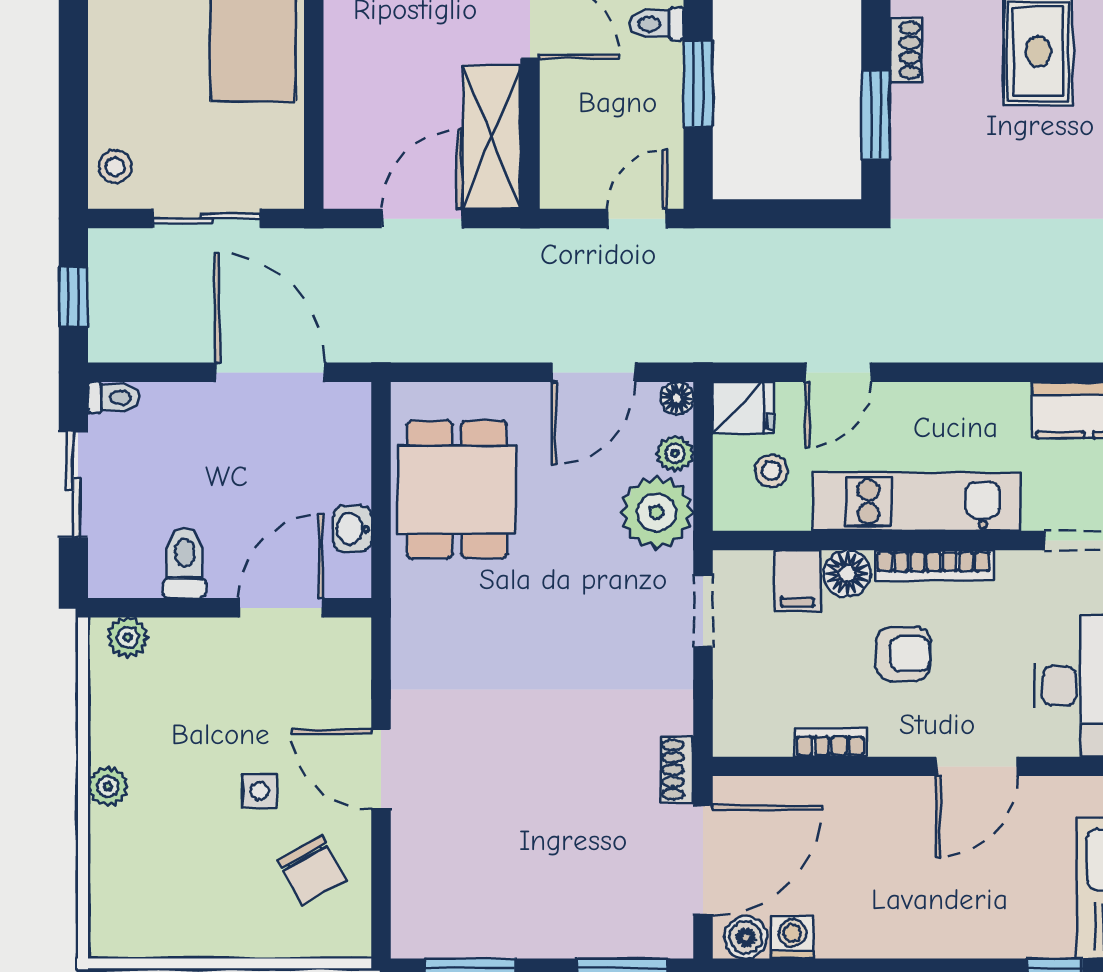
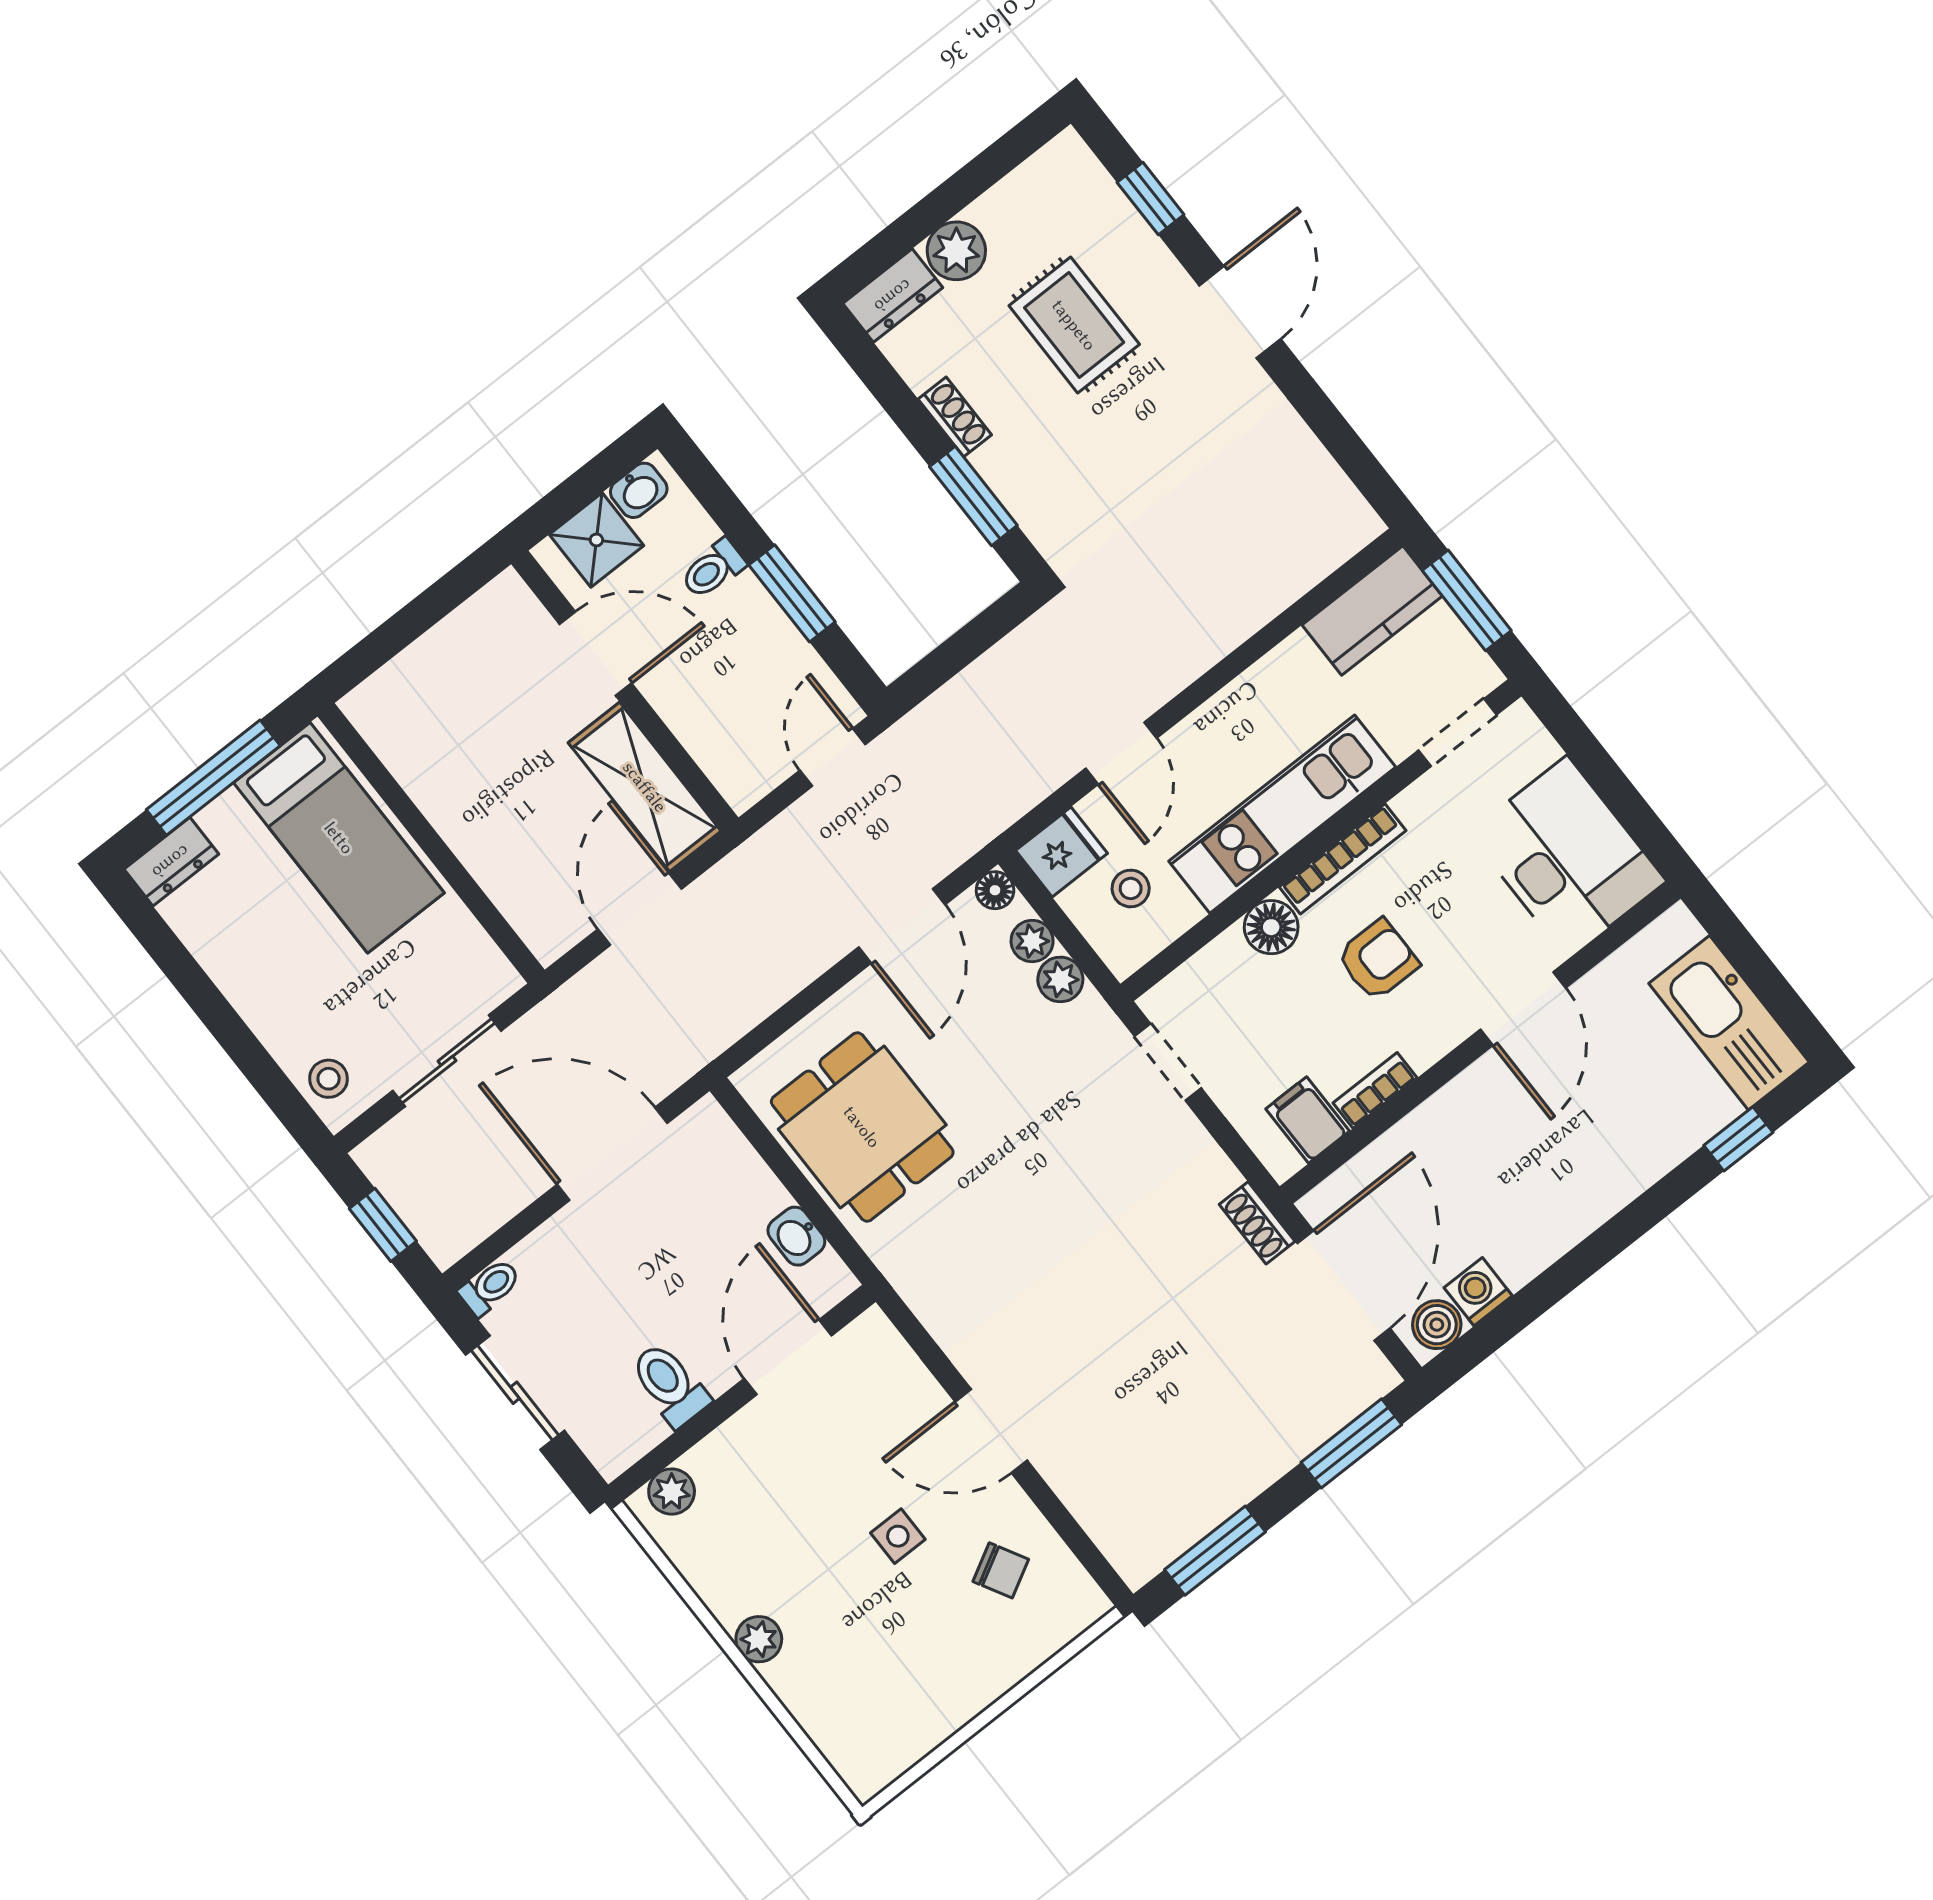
plant: (656, 512) -> (1060, 979), width x0.53, depth x0.53
filing cabinet: (797, 581) -> (1308, 1120), moved, turned 180
chair: (312, 870) -> (1001, 1570), width x0.73, depth x0.73

